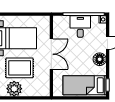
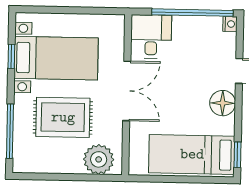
desk: (80, 26) -> (151, 37), moved
plant: (14, 89) -> (99, 159), moved

